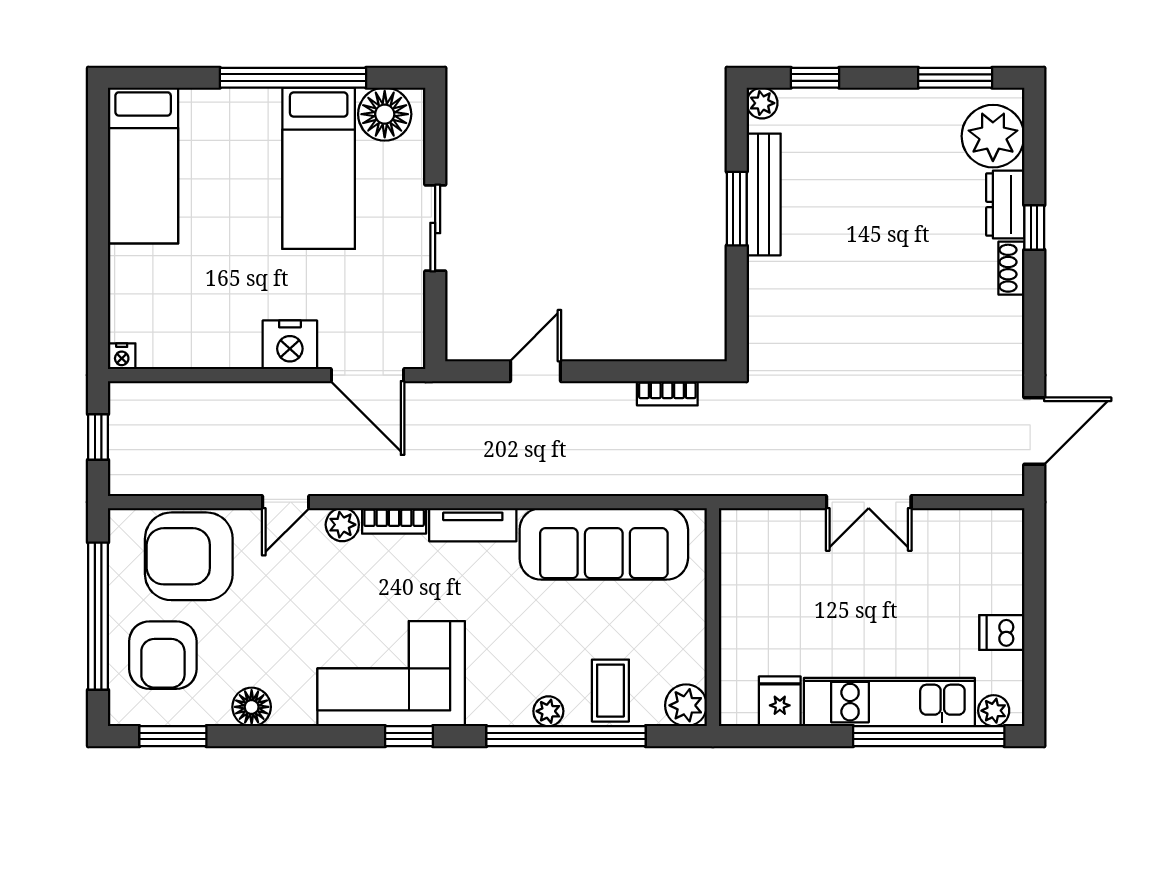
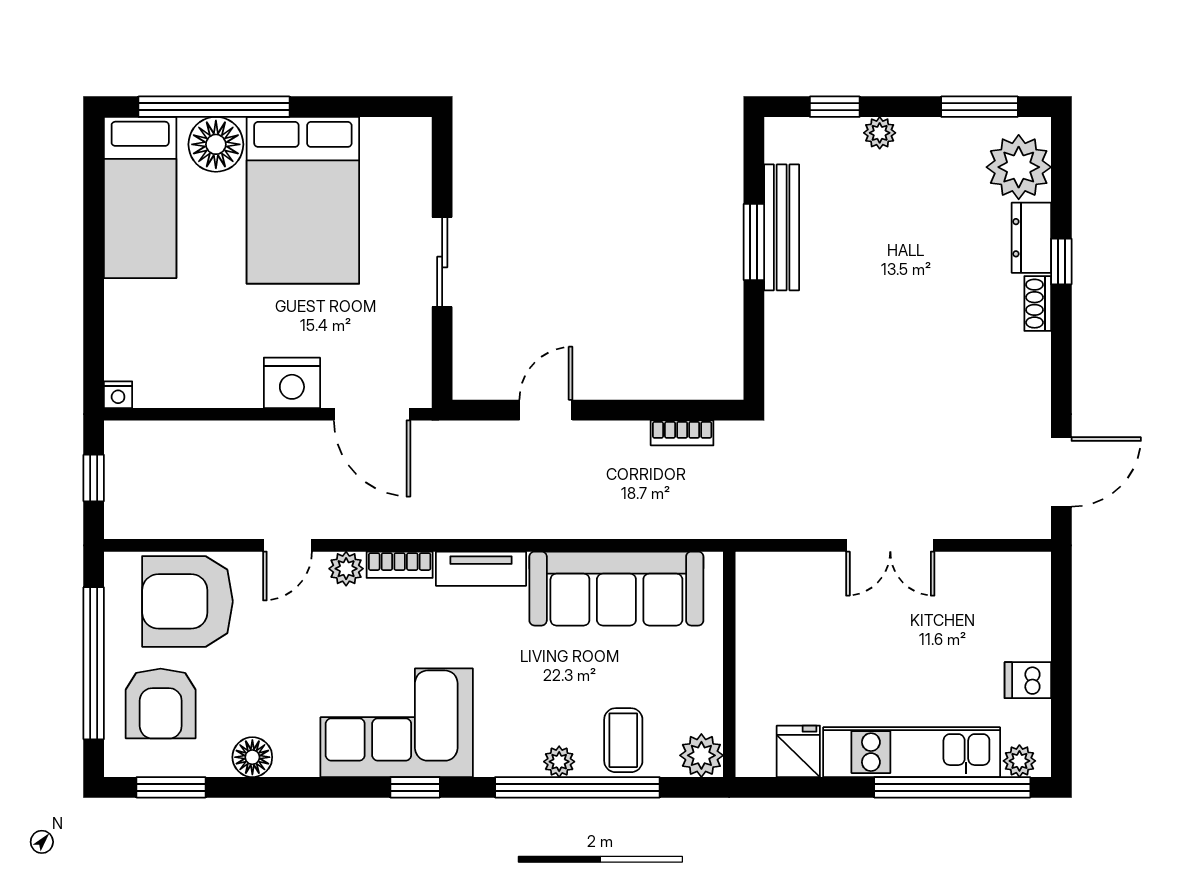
window: (293, 78) -> (214, 107), moved
plant: (762, 103) -> (880, 133), moved
floor lamp: (385, 114) -> (216, 144), moved
bed: (319, 168) -> (303, 200), width x1.50

